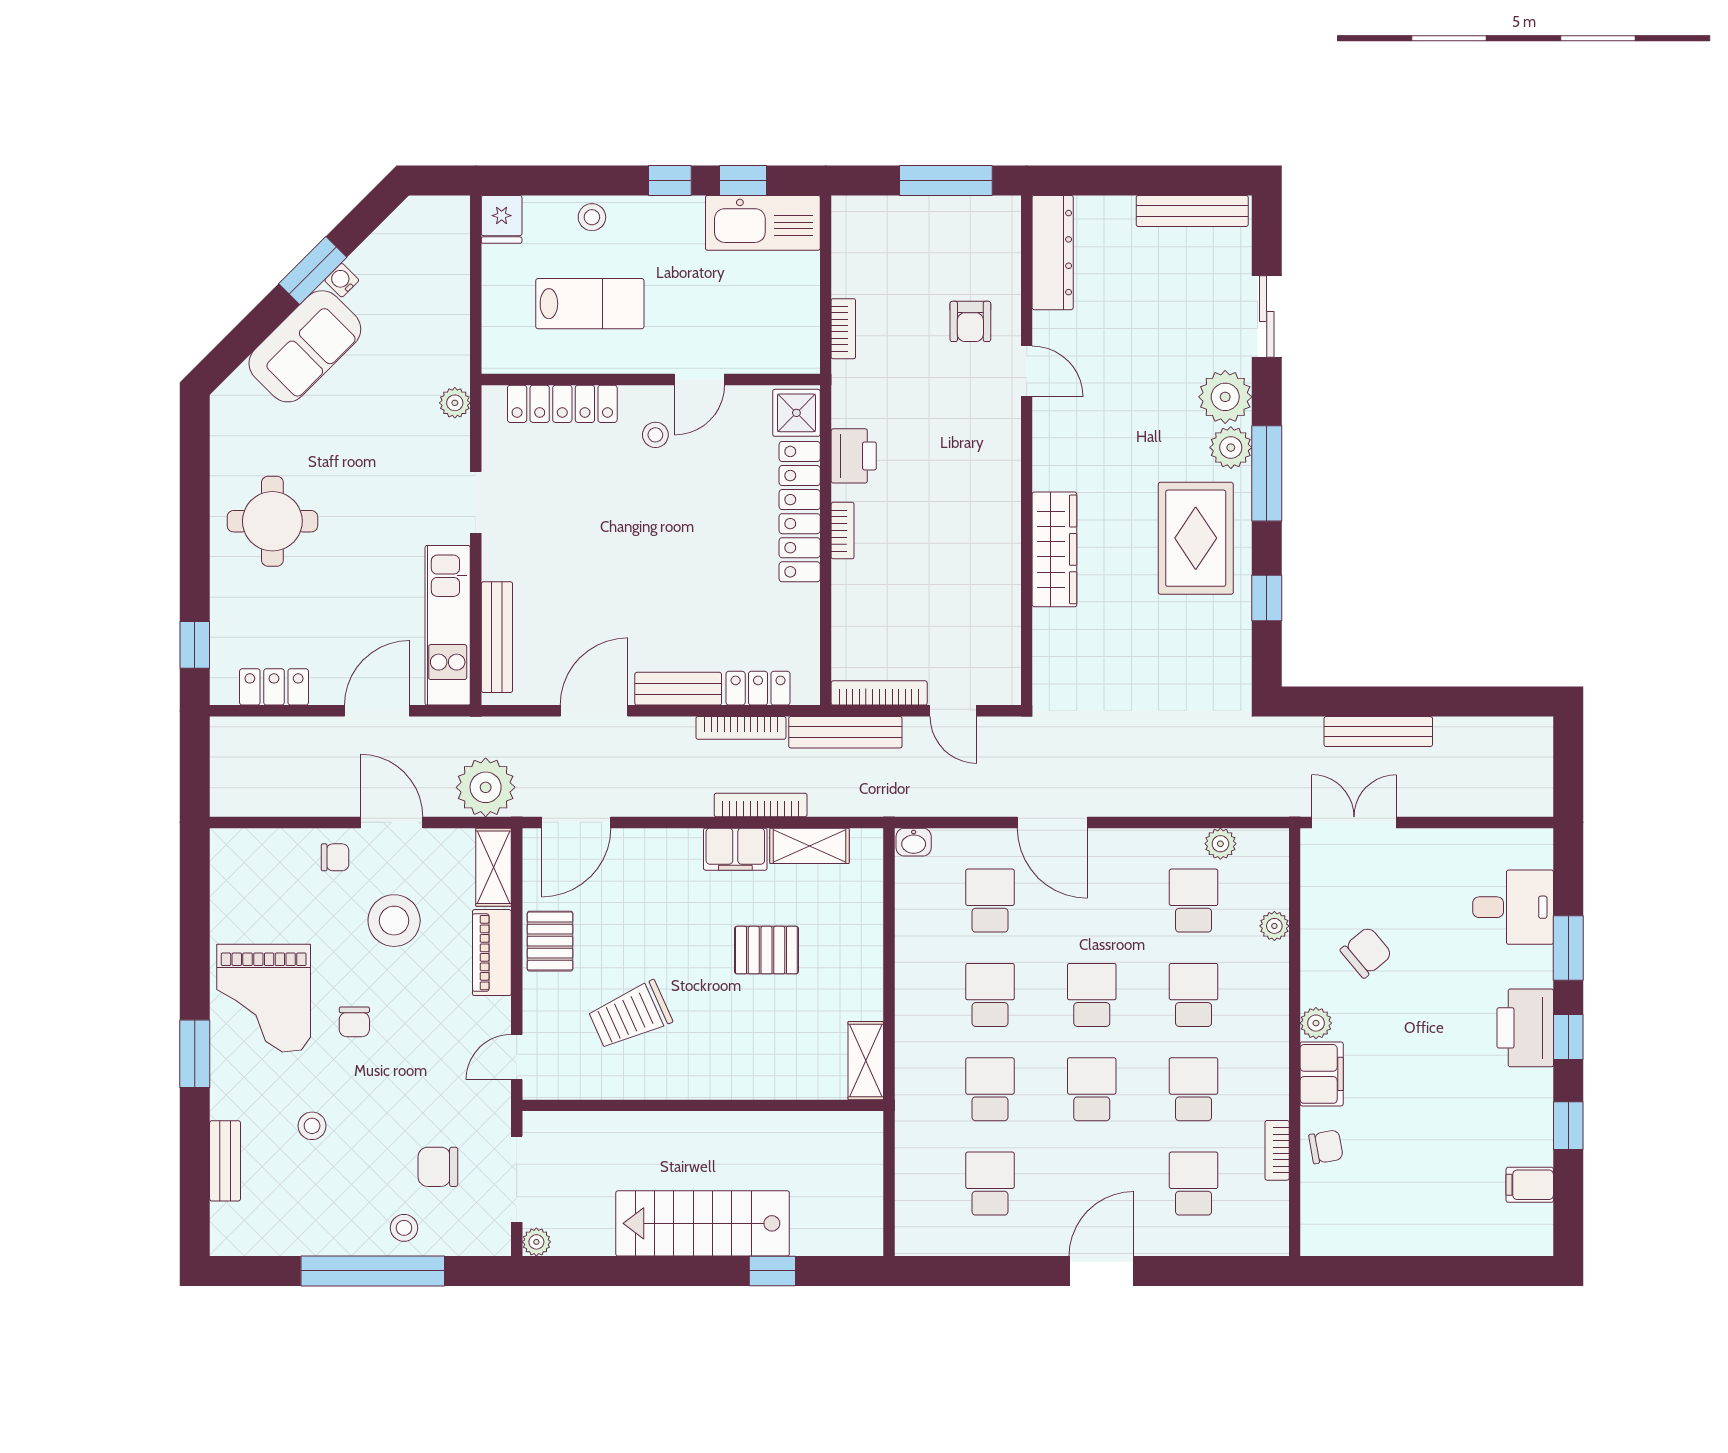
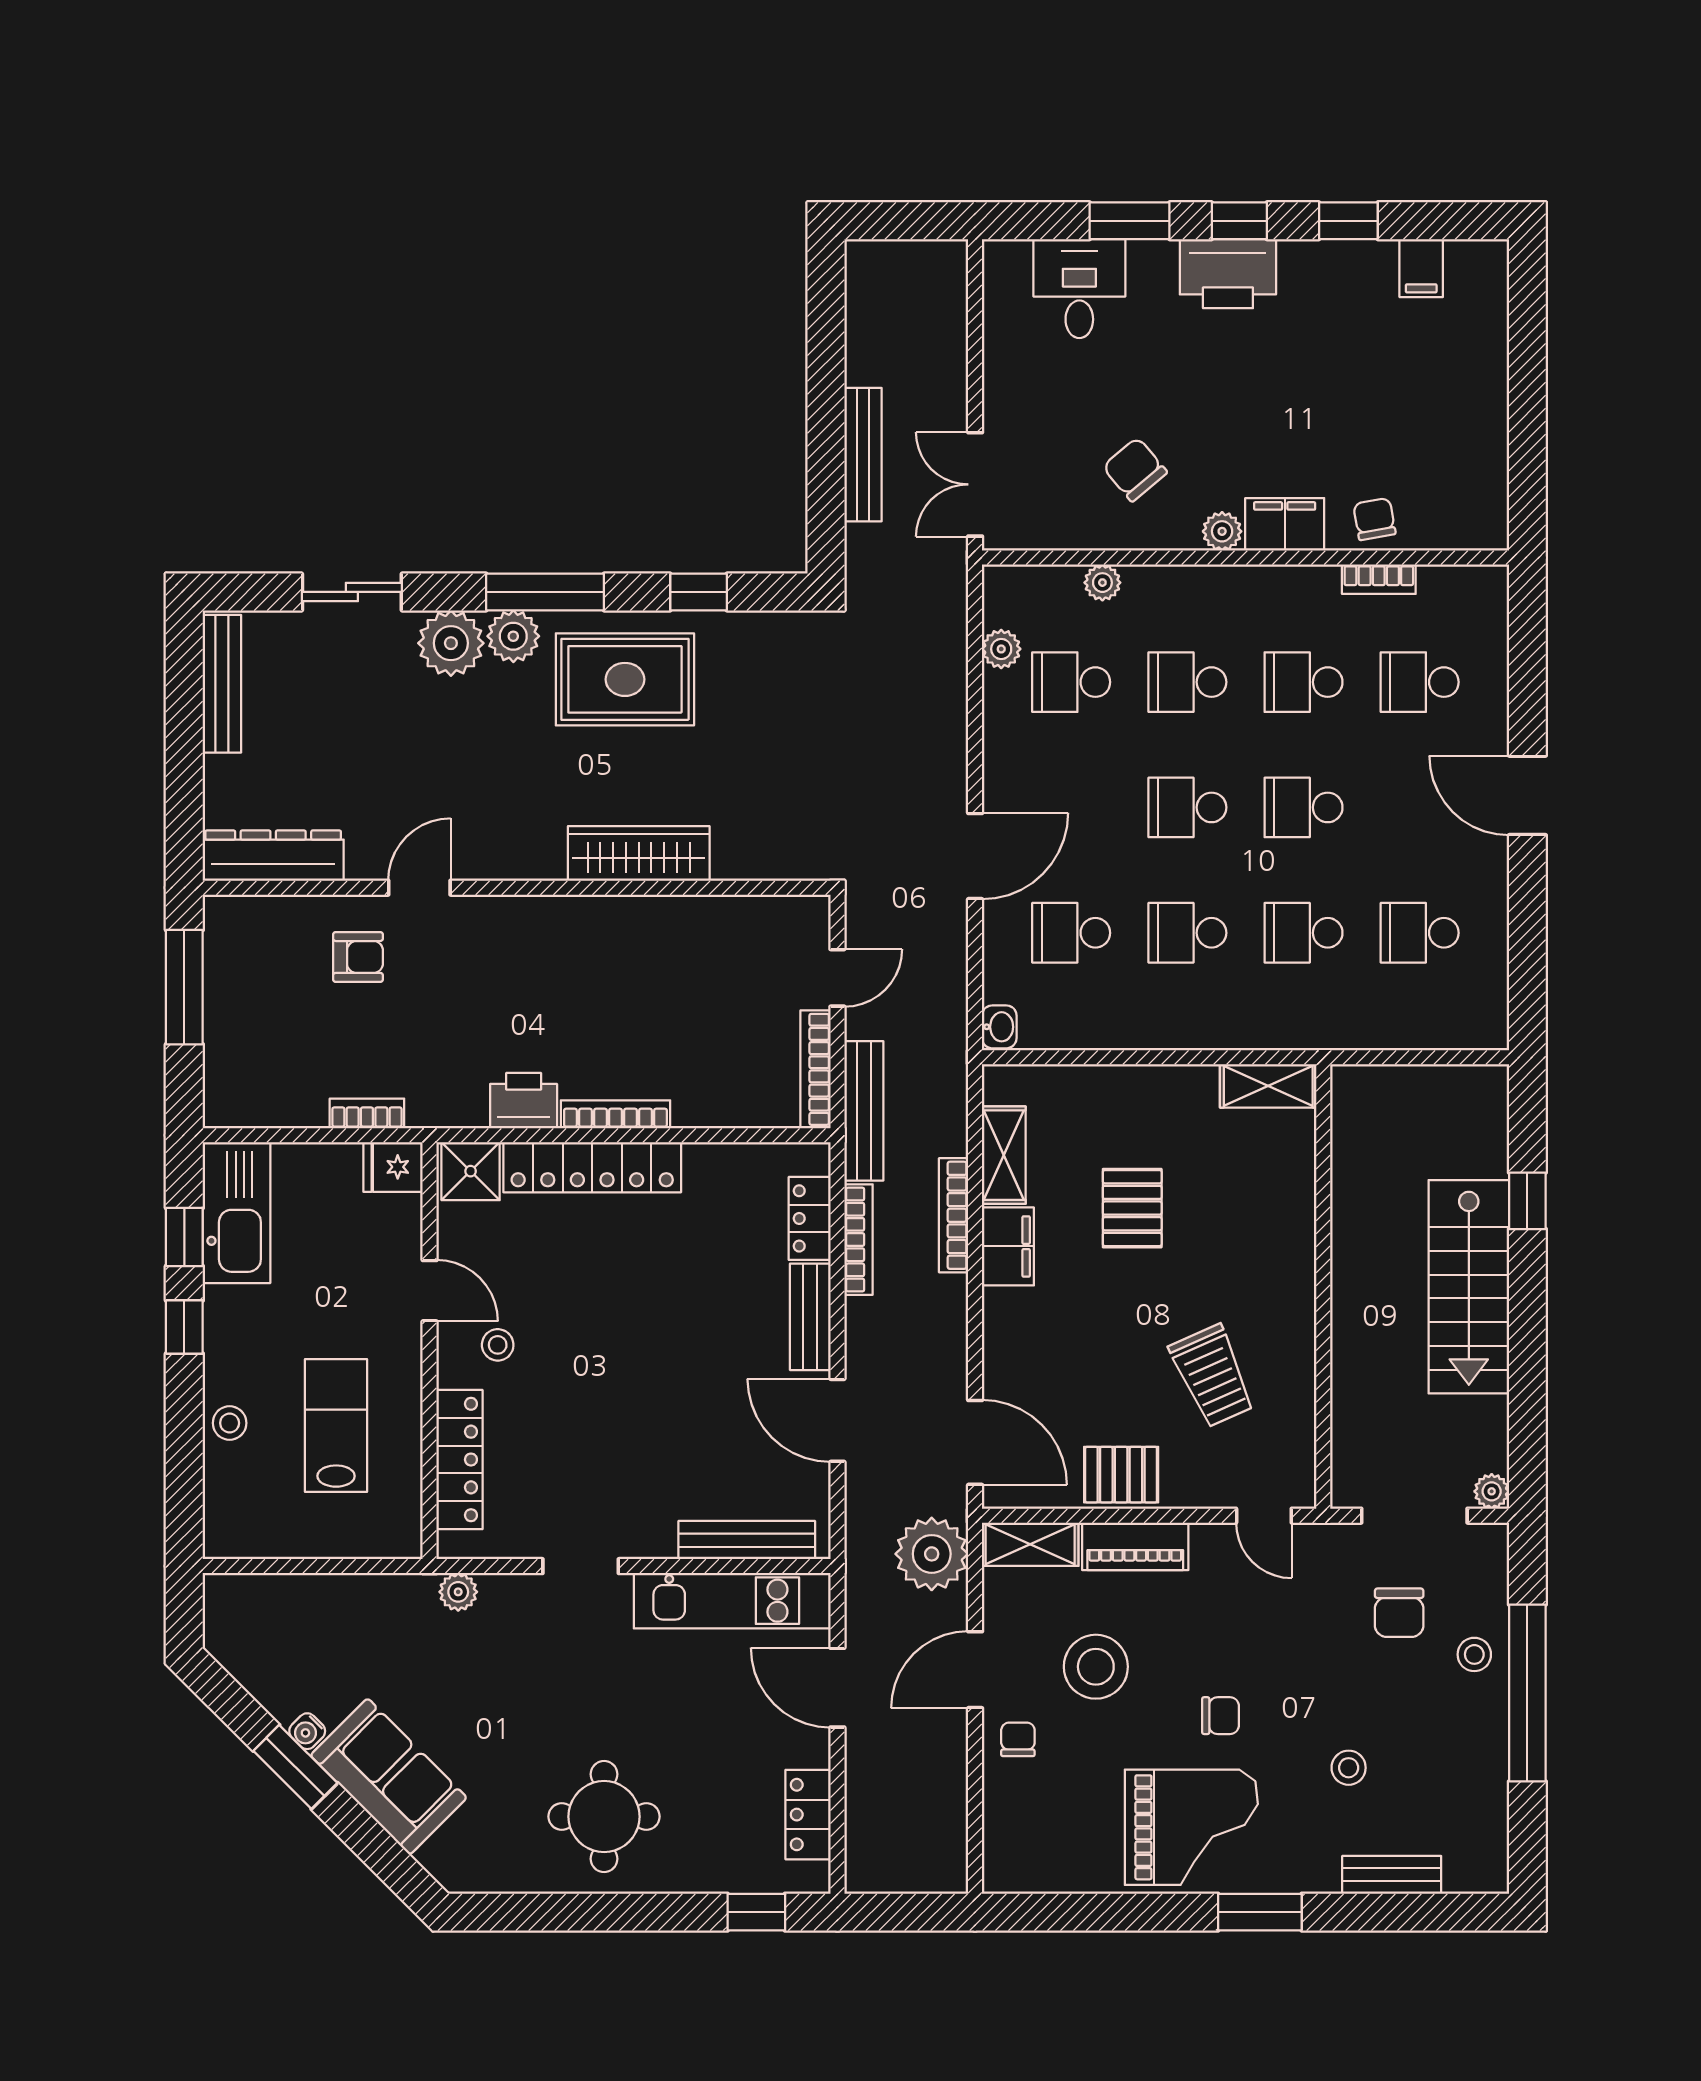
fridge: (502, 219) -> (393, 1167), moved, turned 180
bookcase: (843, 531) -> (615, 1114), width x1.56

